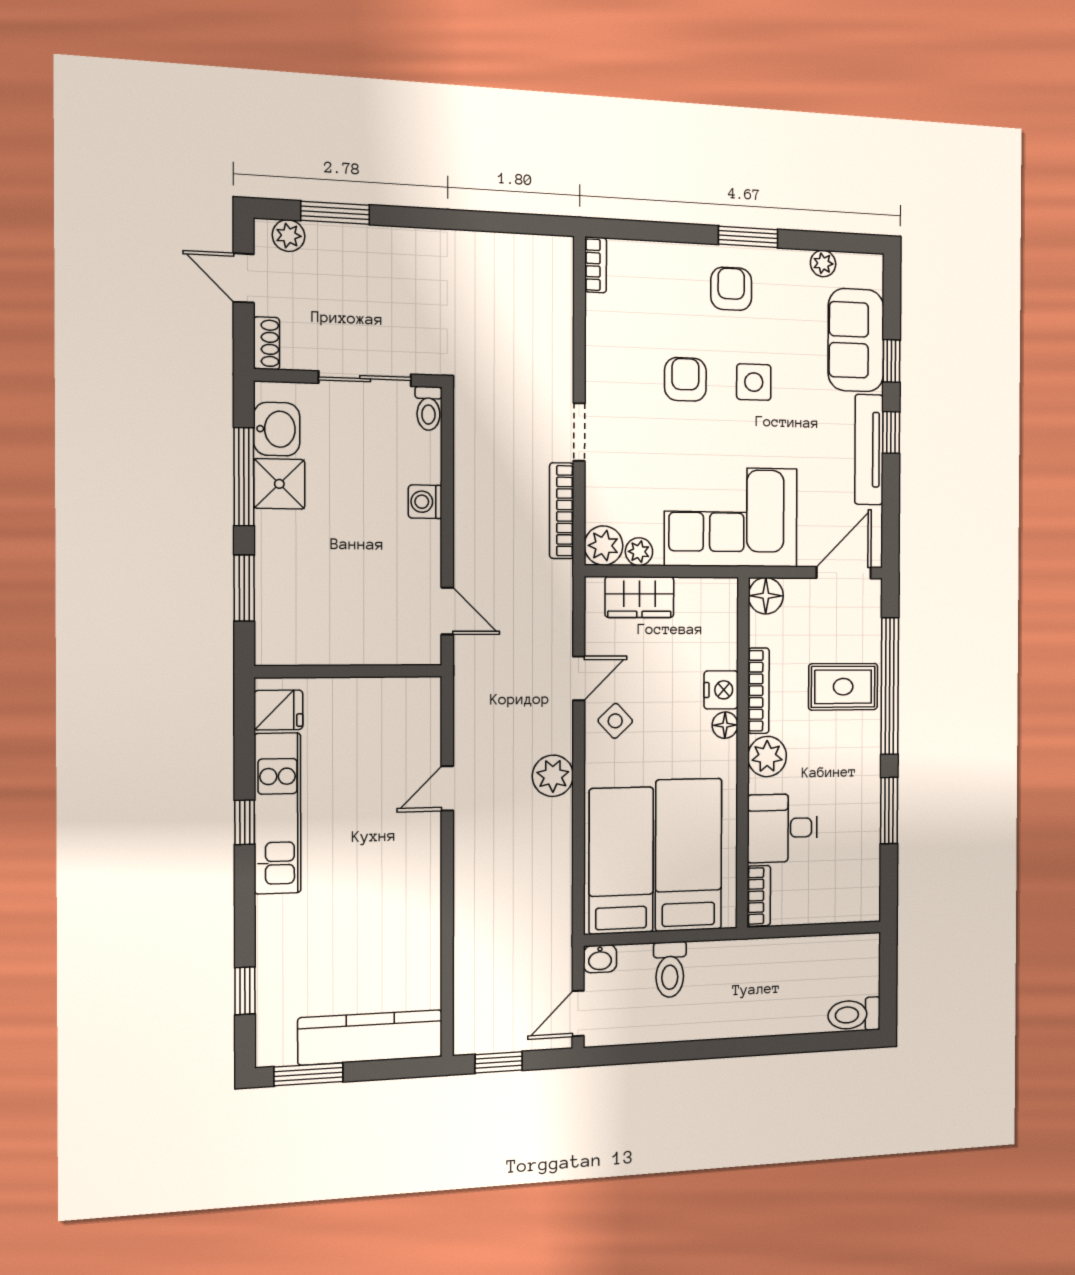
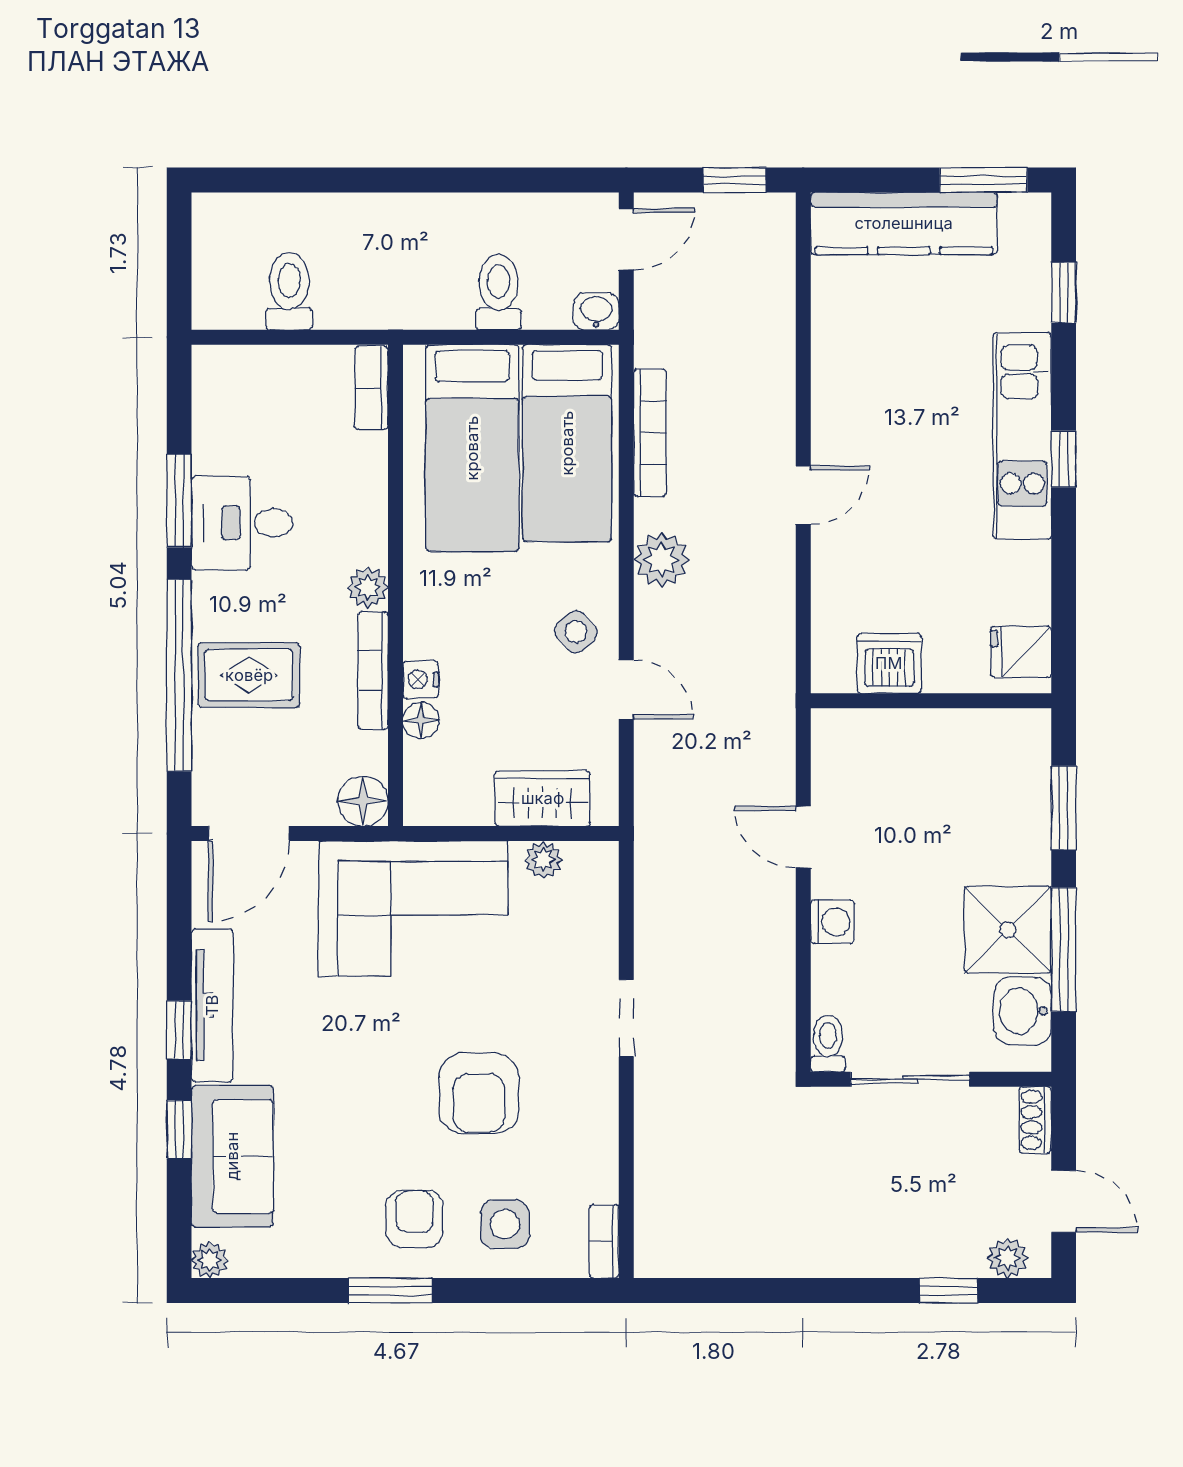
window: (335, 213) -> (949, 1291), width x0.67
plant: (823, 263) -> (210, 1260), moved
armchair: (731, 289) -> (414, 1219), turned 180
armchair: (685, 379) -> (479, 1093), width x1.38, depth x1.38
side table: (754, 382) -> (505, 1224), moved
shower: (279, 484) -> (1008, 930), width x1.36, depth x1.36
bookcase: (562, 511) -> (650, 433), moved
plant: (604, 546) -> (593, 867), removed
door: (447, 611) -> (803, 837), moved
door: (579, 678) -> (626, 689), swing flipped
nightstand: (721, 690) -> (421, 680), width x0.72, depth x0.74
dishwasher: (382, 700) -> (889, 663), added
floor lamp: (725, 725) -> (421, 721), moved
plant: (767, 757) -> (368, 587), width x0.73, depth x0.73
door: (447, 788) -> (803, 495), moved
kitchen unit: (278, 813) -> (1022, 436), moved
window: (245, 822) -> (1064, 459), moved
desk: (782, 828) -> (242, 523), moved, turned 180
toilet: (854, 1015) -> (289, 291), moved, turned -90

